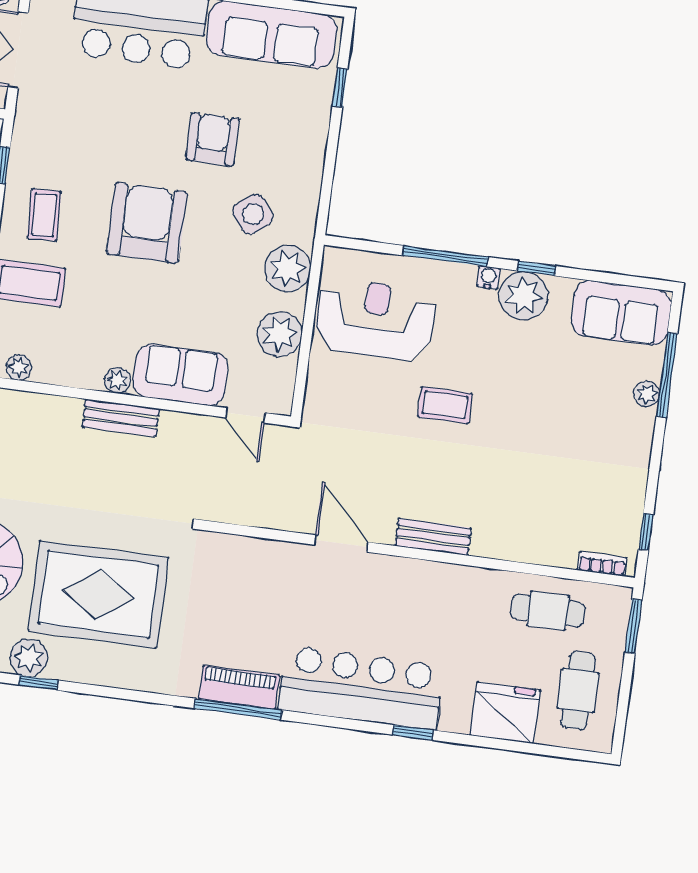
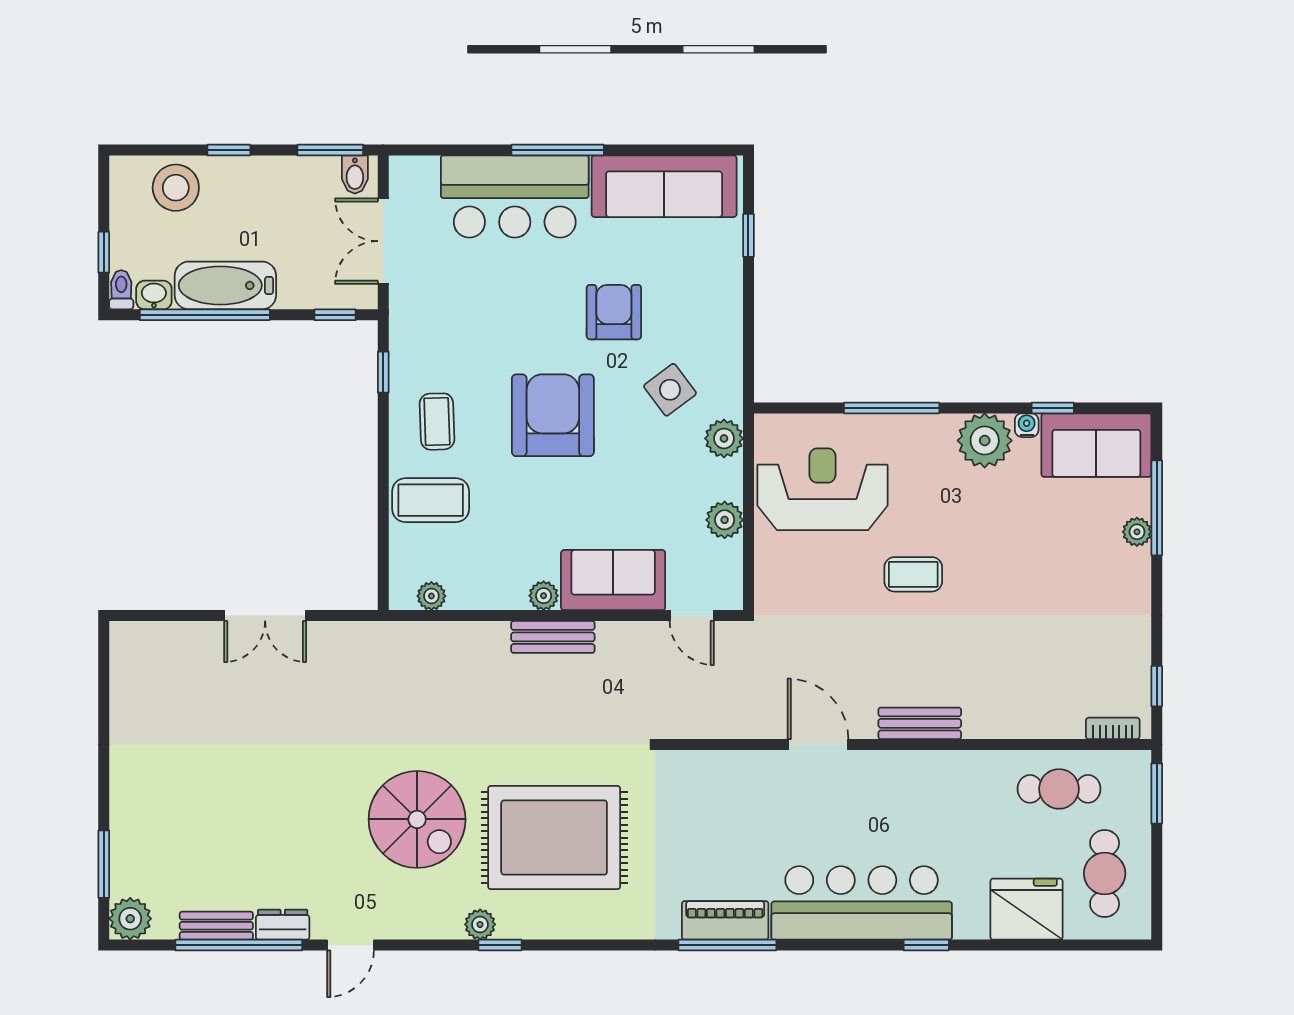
window: (537, 268) -> (1053, 408), moved
plant: (288, 269) -> (724, 438), width x0.73, depth x0.73
water cooler: (488, 277) -> (1027, 425), moved
plant: (280, 334) -> (725, 520), width x0.73, depth x0.73
plant: (29, 658) -> (480, 924), width x0.73, depth x0.73

